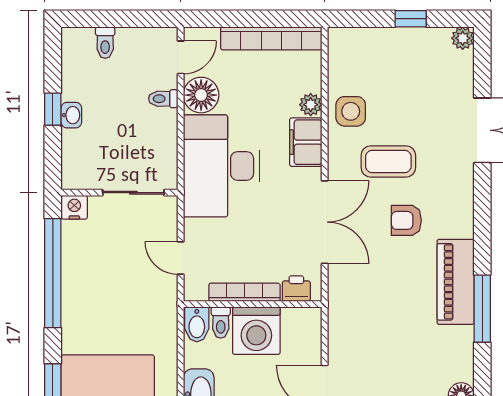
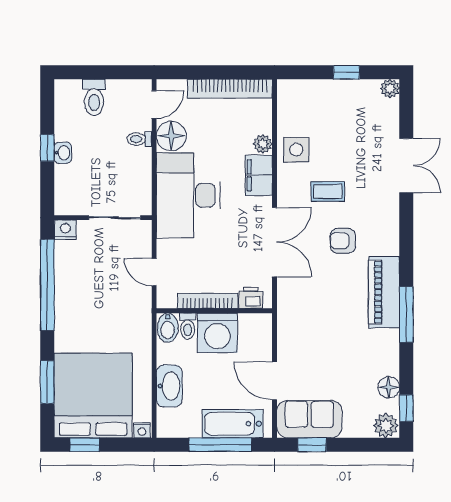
toilet: (105, 43) -> (94, 97), width x1.37, depth x1.39
coffee table: (388, 161) -> (328, 192), width x0.73, depth x0.77

